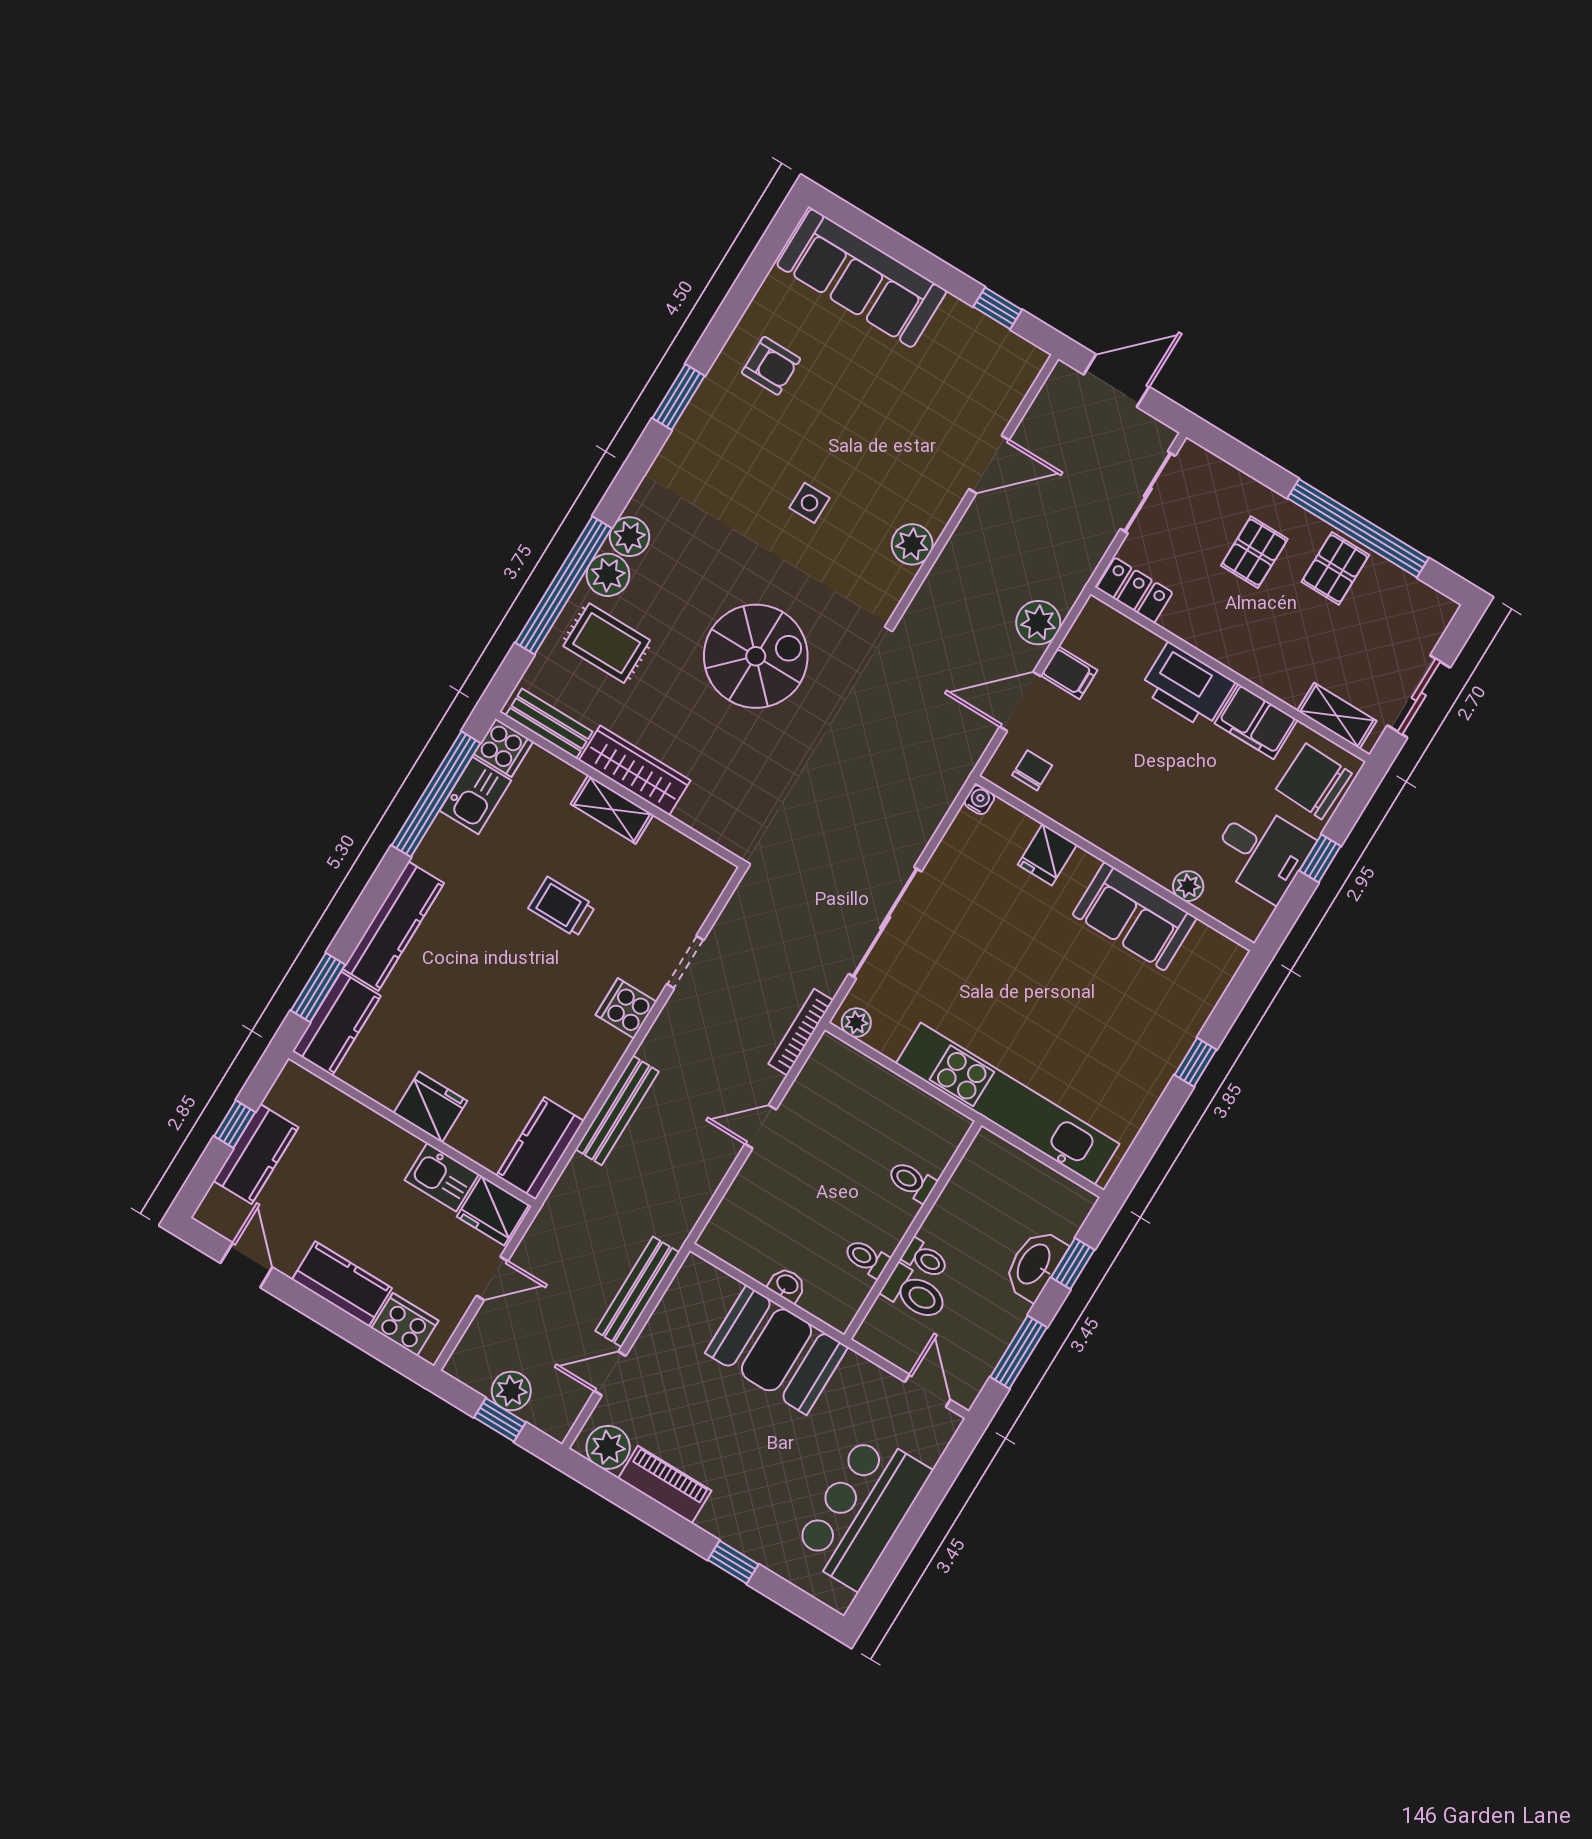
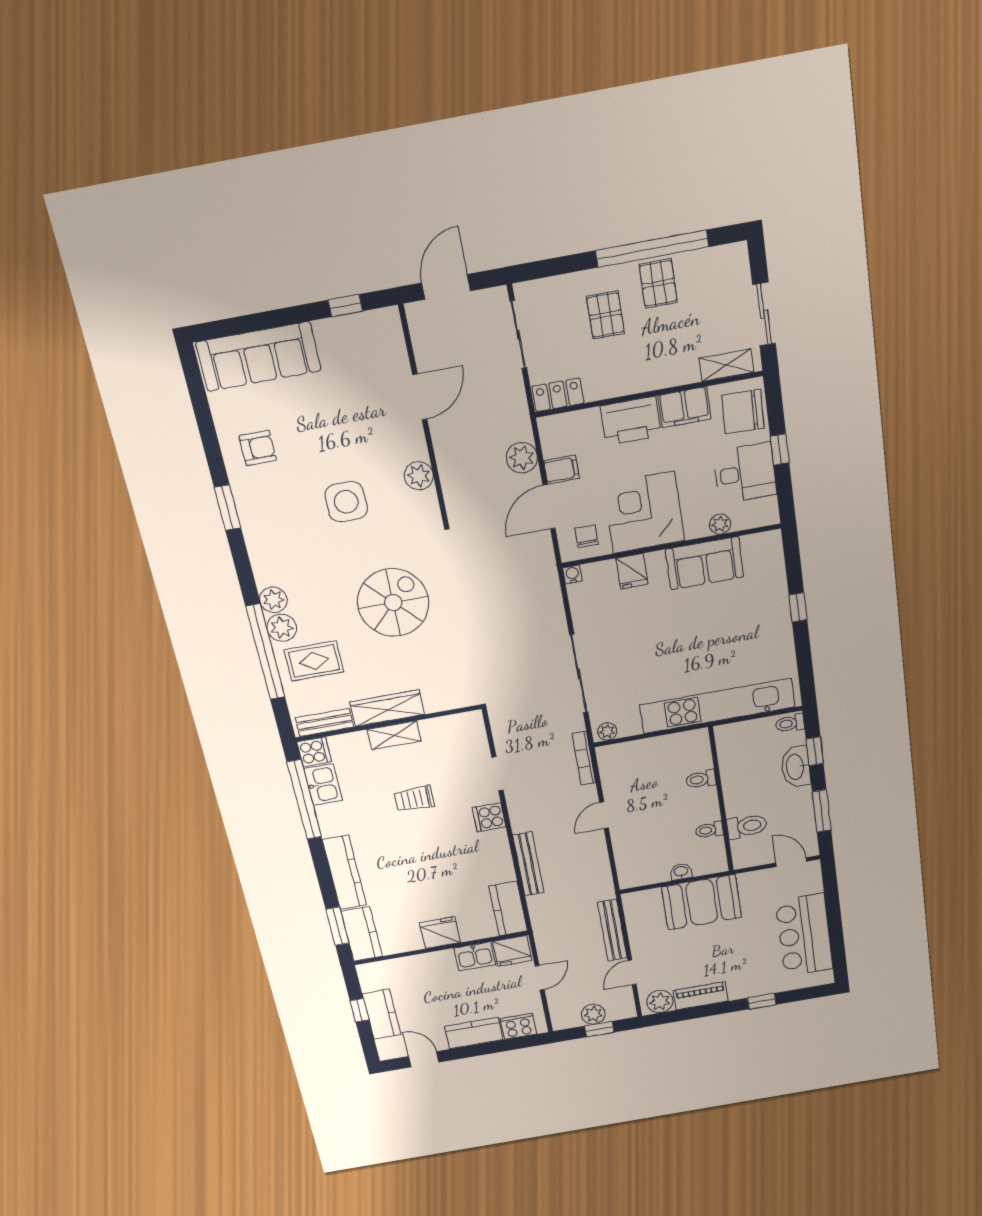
side table: (809, 503) -> (346, 502), width x1.87, depth x1.87
corner desk: (1117, 799) -> (644, 512), added
toilet: (925, 1259) -> (790, 723), moved, turned 180

